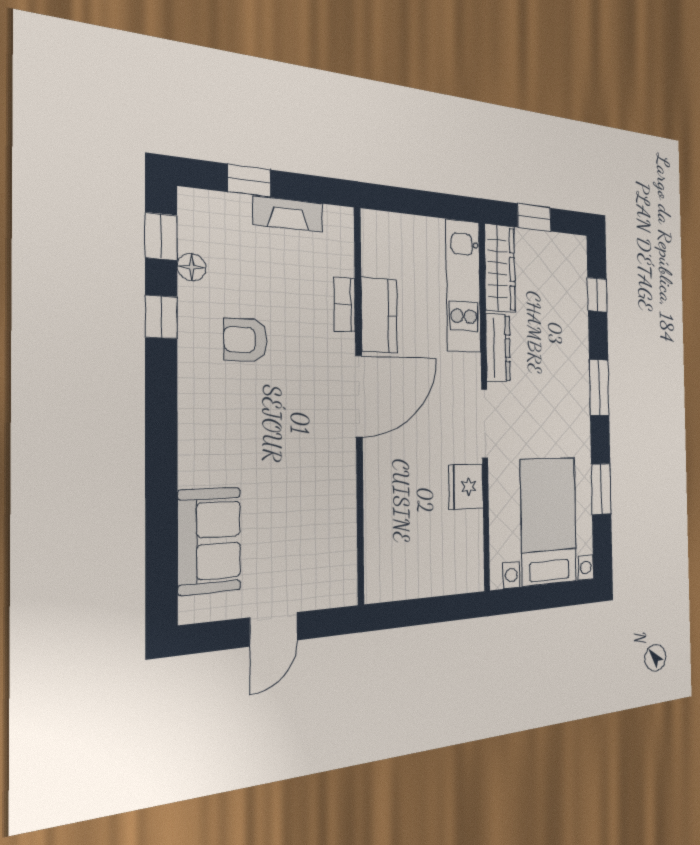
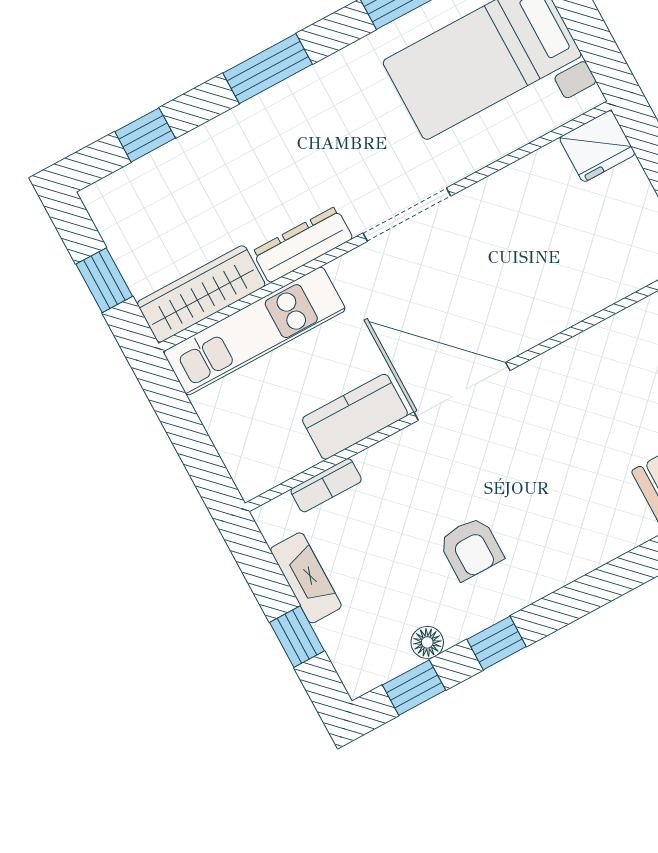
bookcase: (345, 305) -> (326, 485), moved
fridge: (466, 487) -> (597, 146), moved

